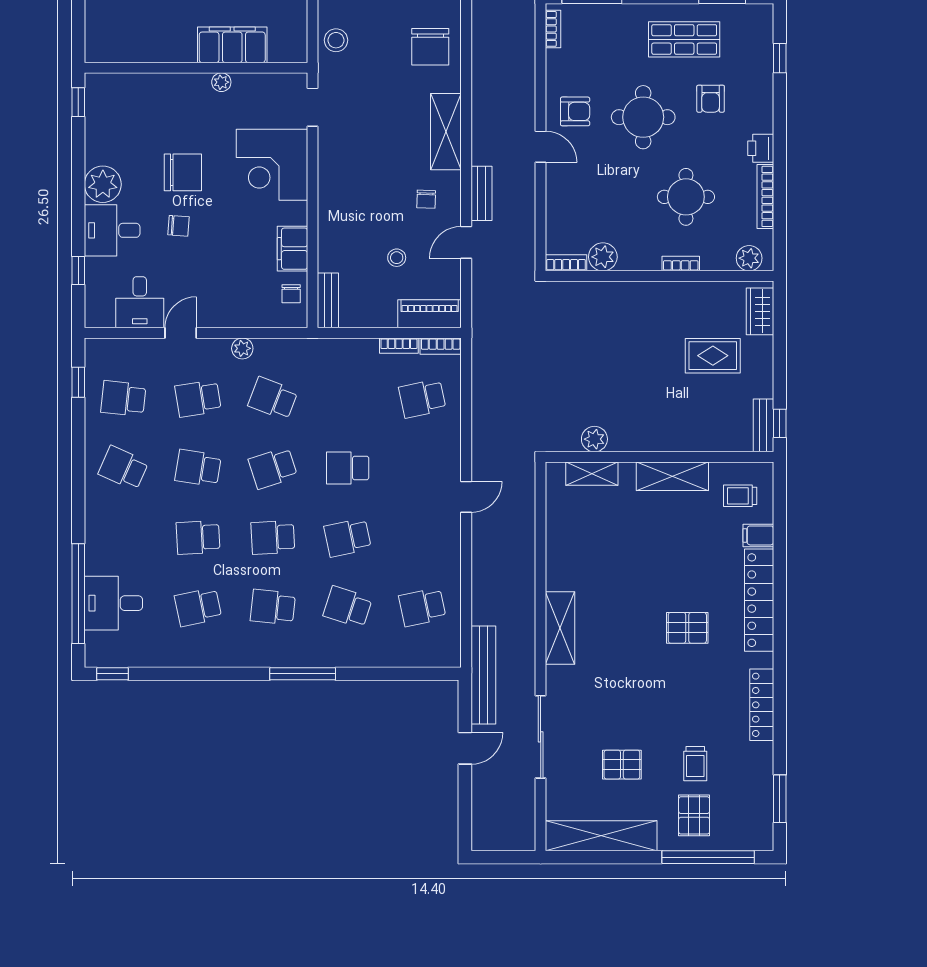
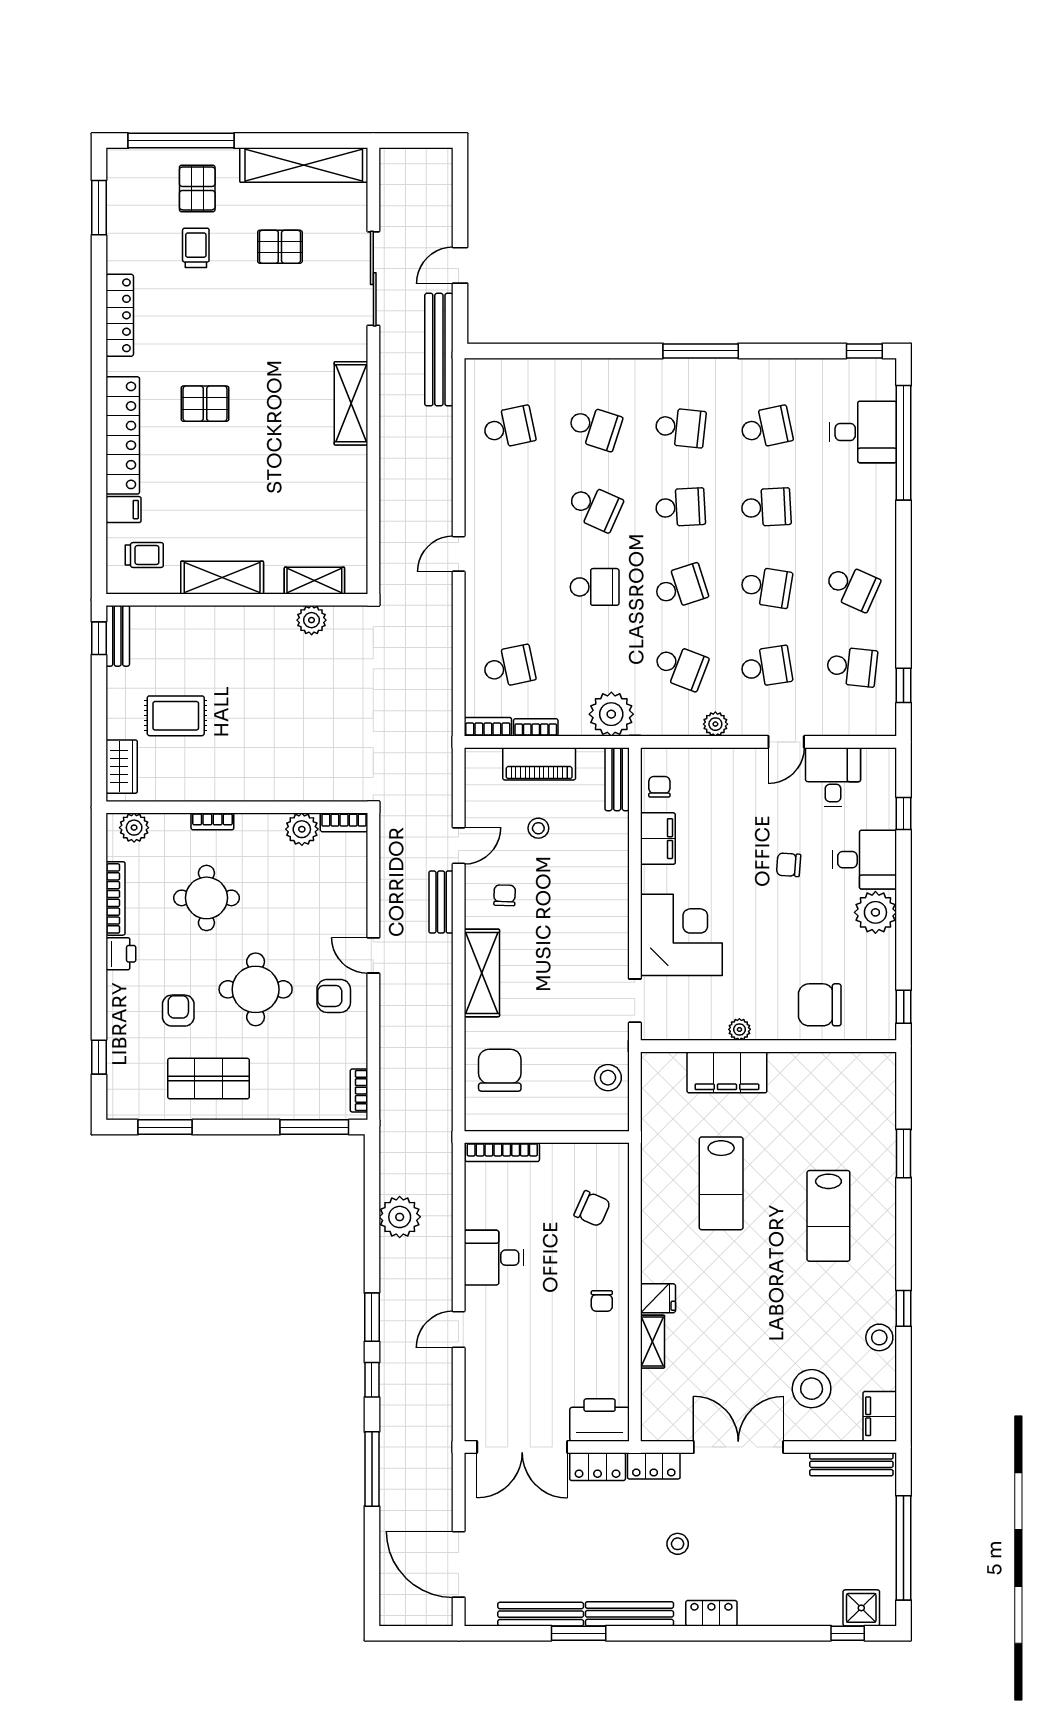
chair: (183, 172) -> (820, 1005), moved
piano: (430, 314) -> (539, 764), moved
plant: (333, 357) -> (611, 714), added
school desk: (348, 537) -> (595, 507), turned 36
window: (303, 674) -> (701, 351), moved

